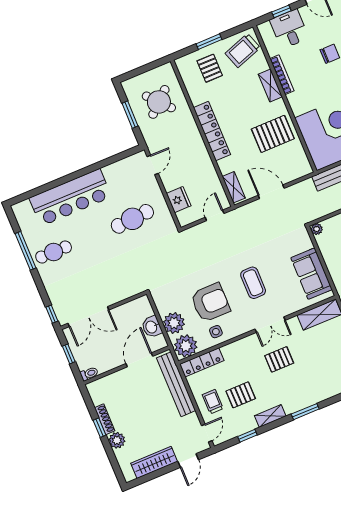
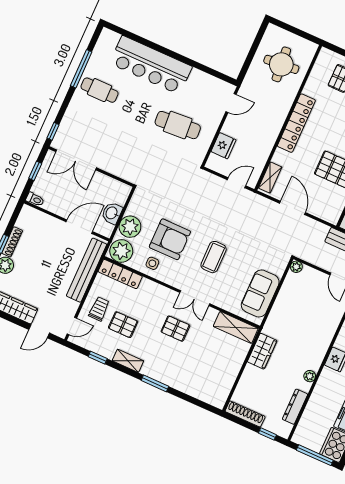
round table: (159, 102) -> (281, 64), turned 37
window: (130, 115) -> (252, 52), removed

